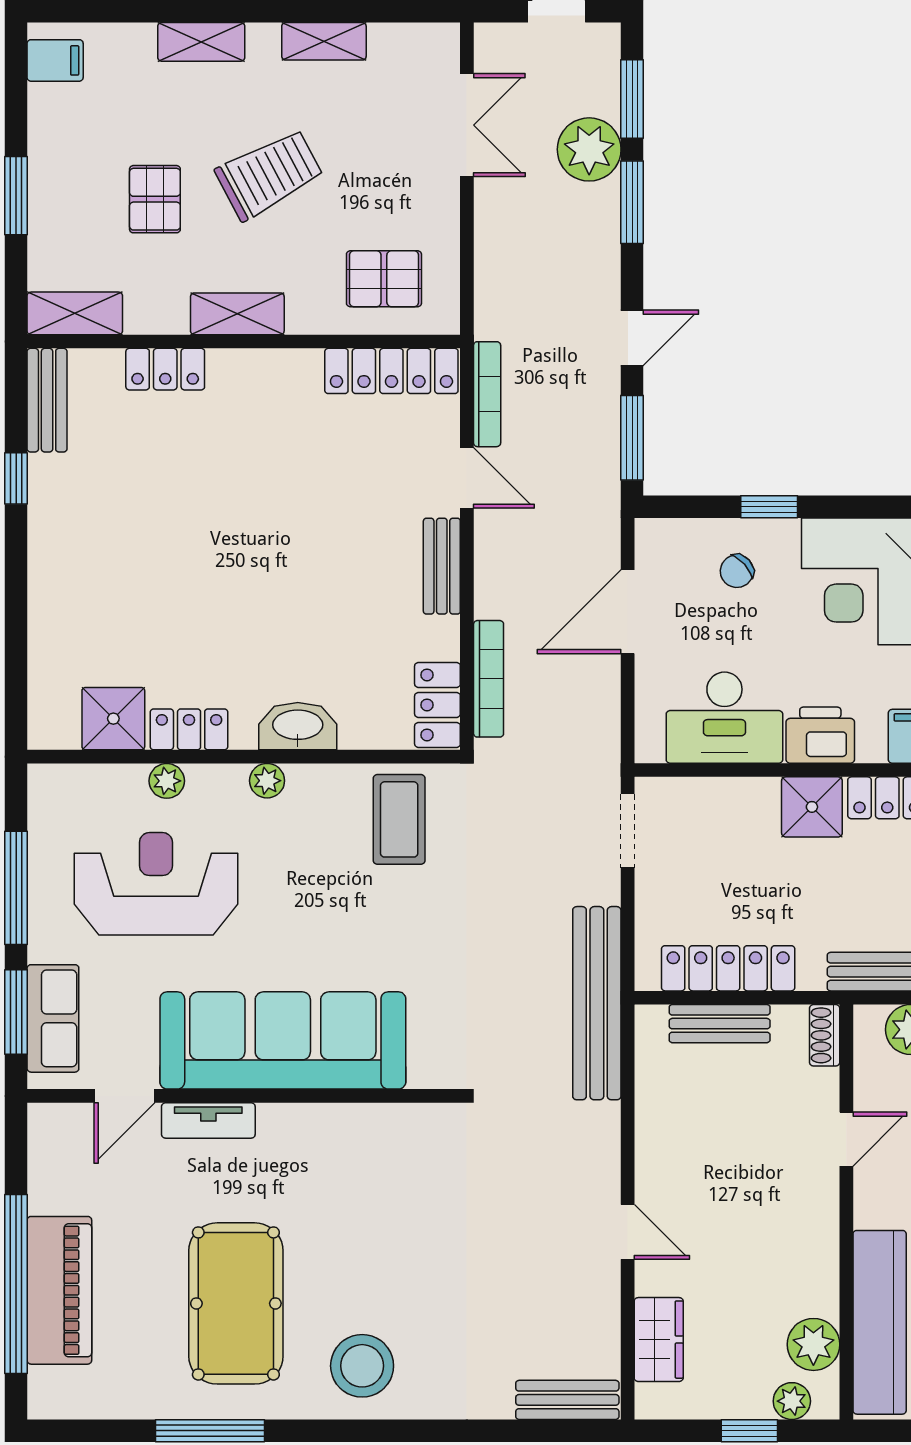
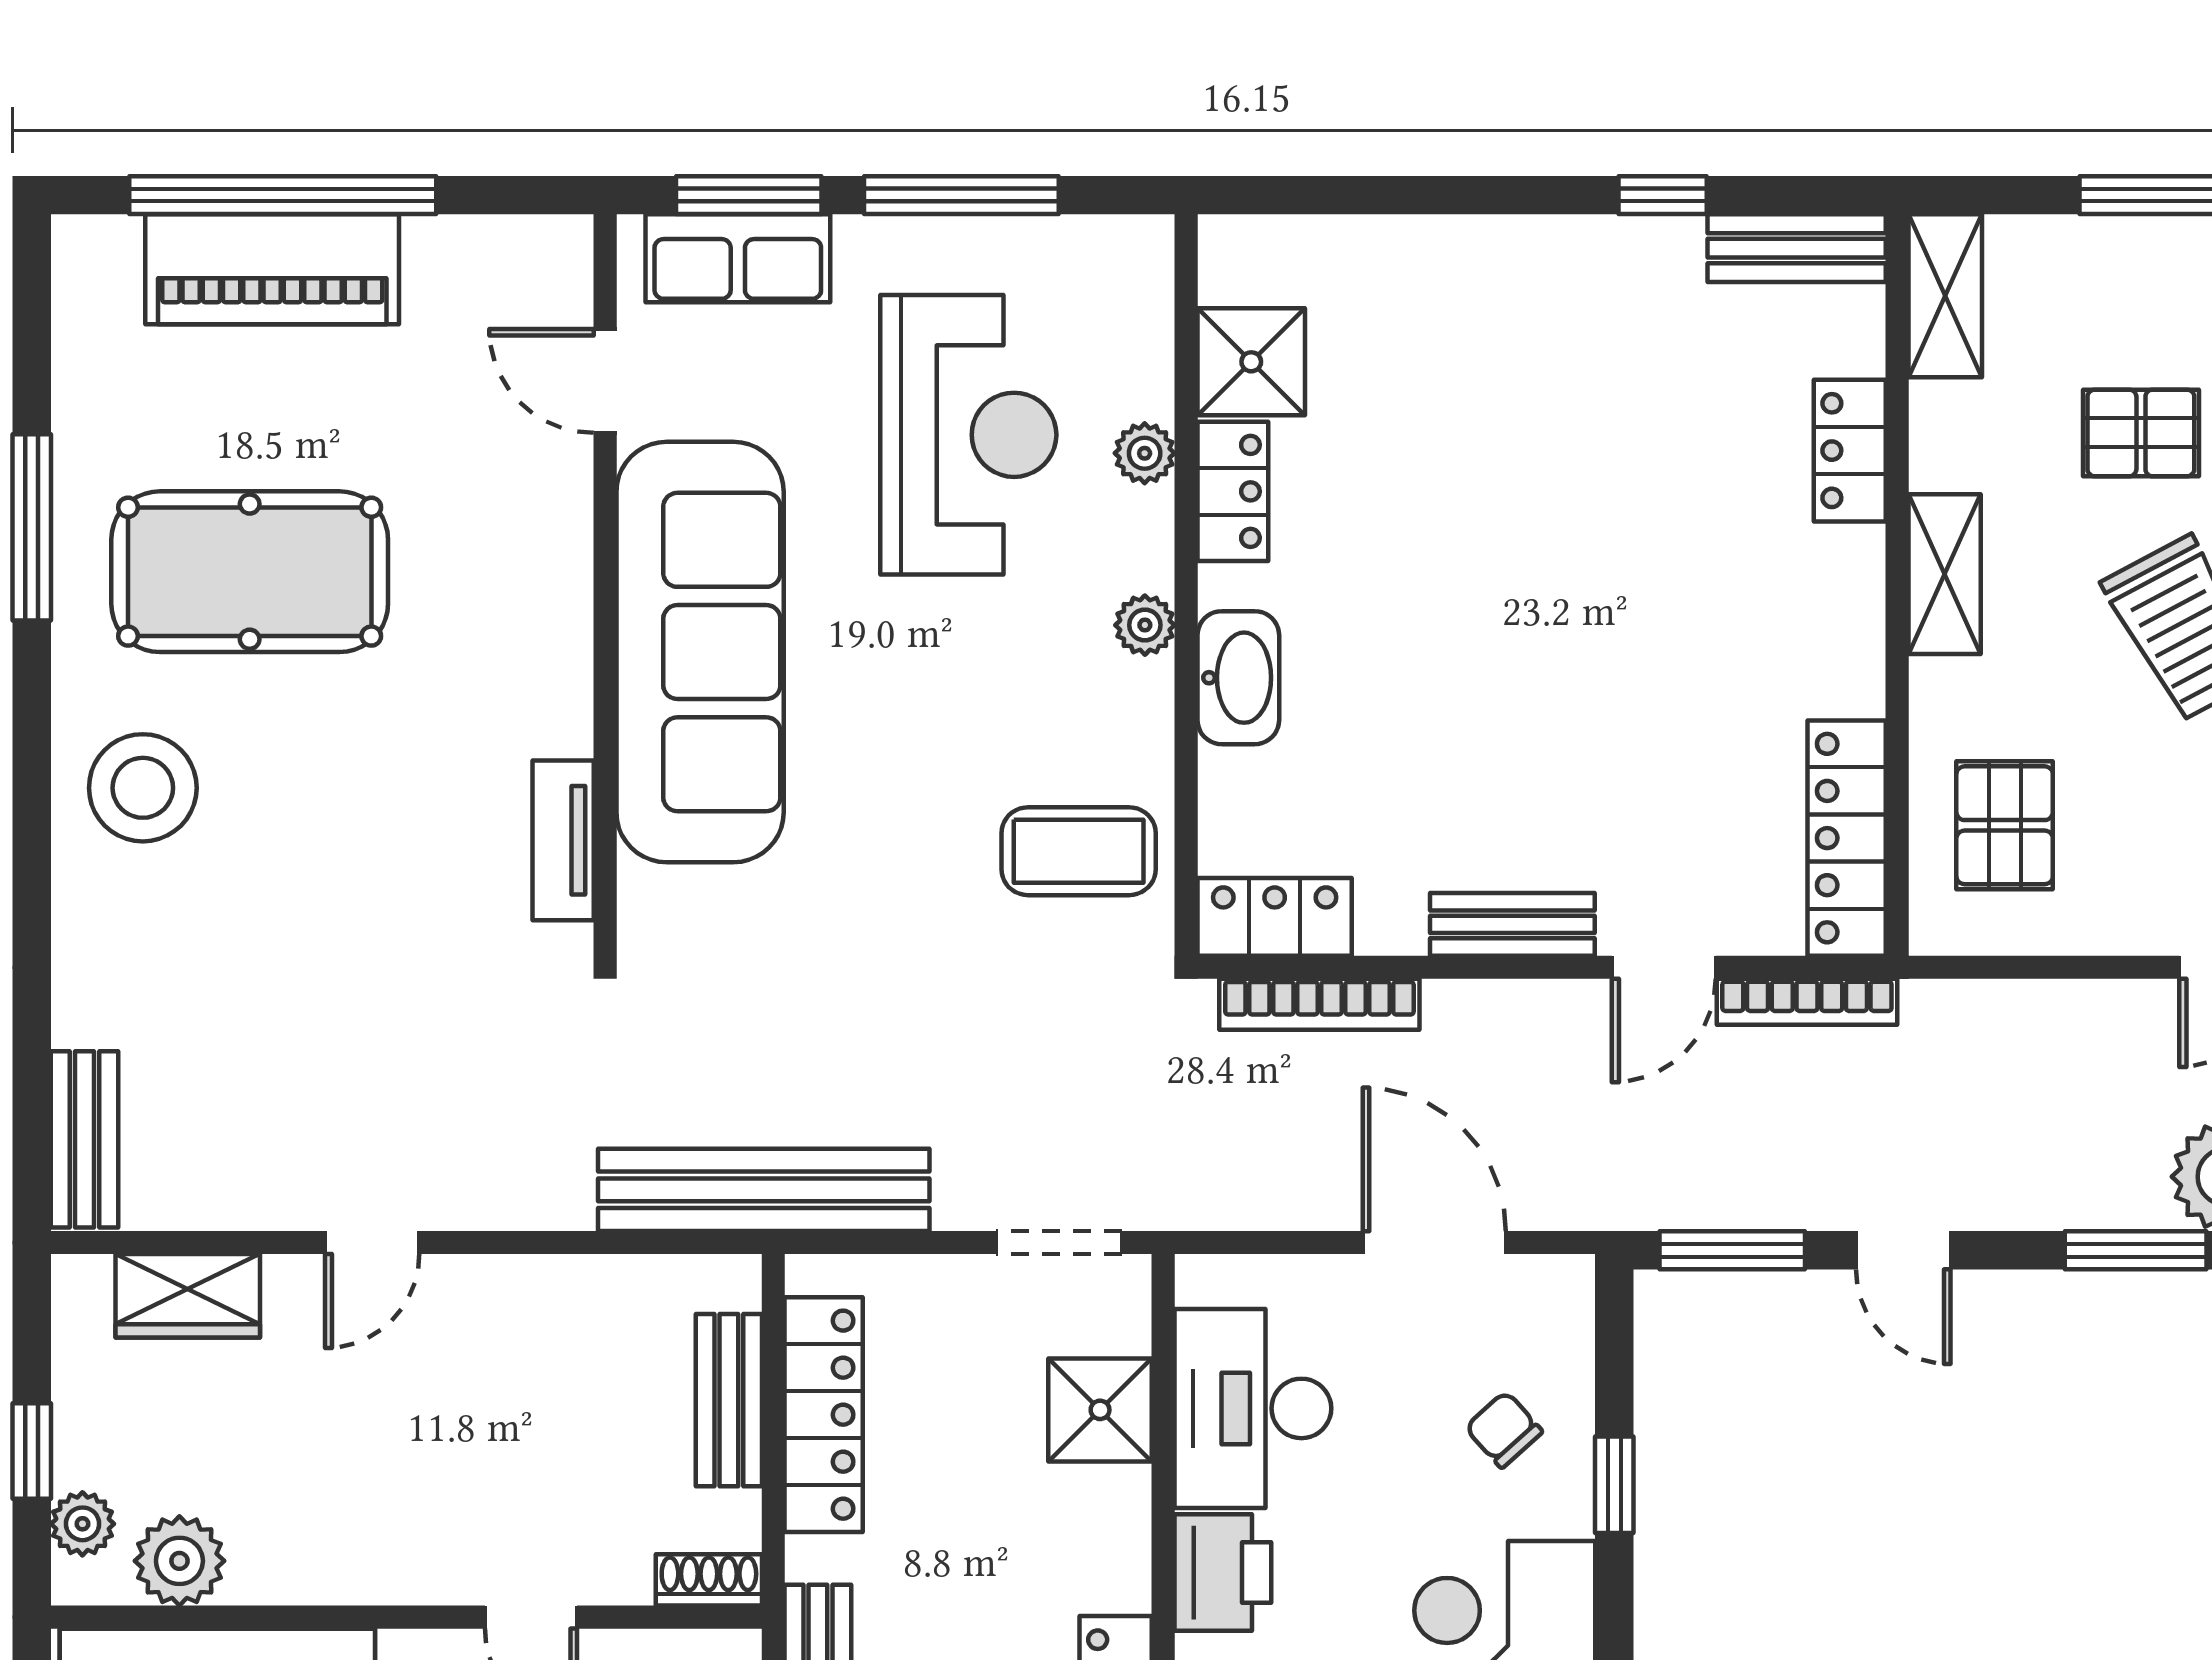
shower: (812, 807) -> (1100, 1410), moved
tv unit: (208, 1120) -> (563, 840), moved

